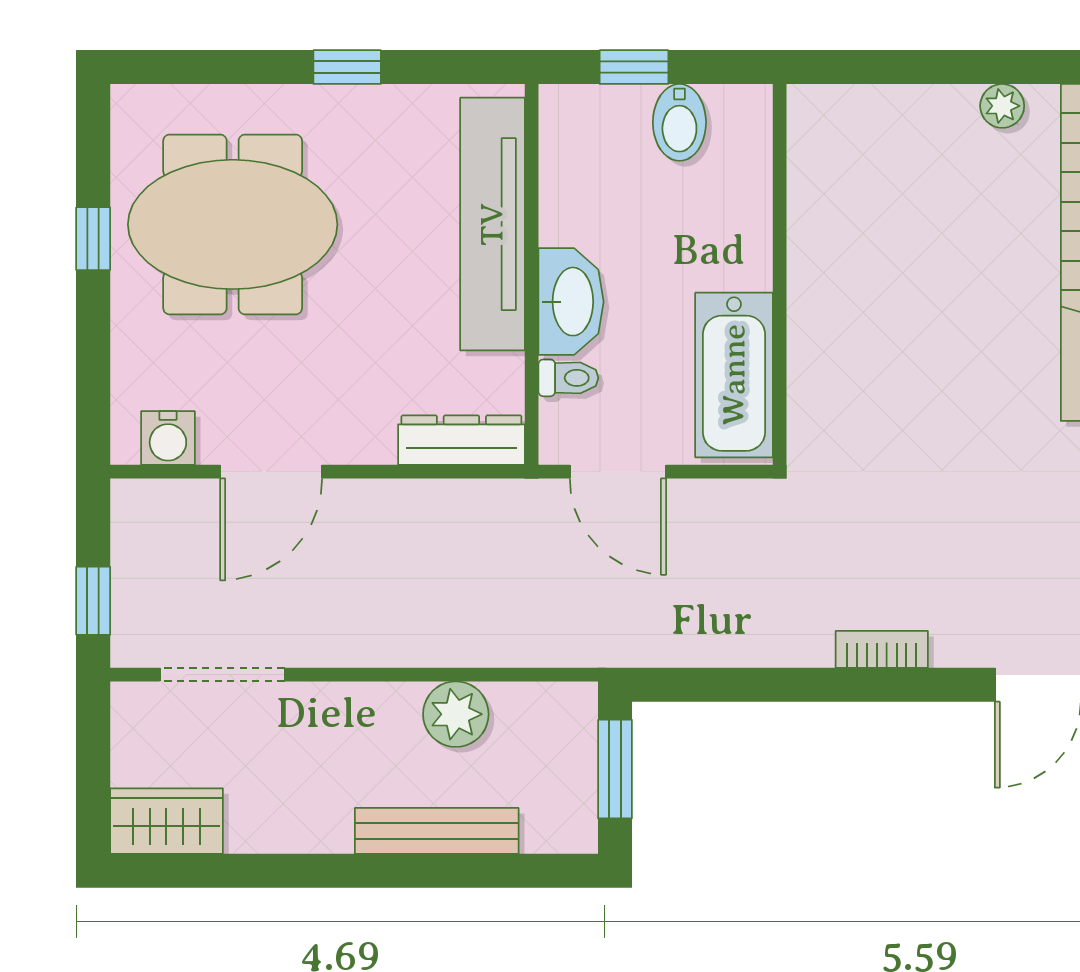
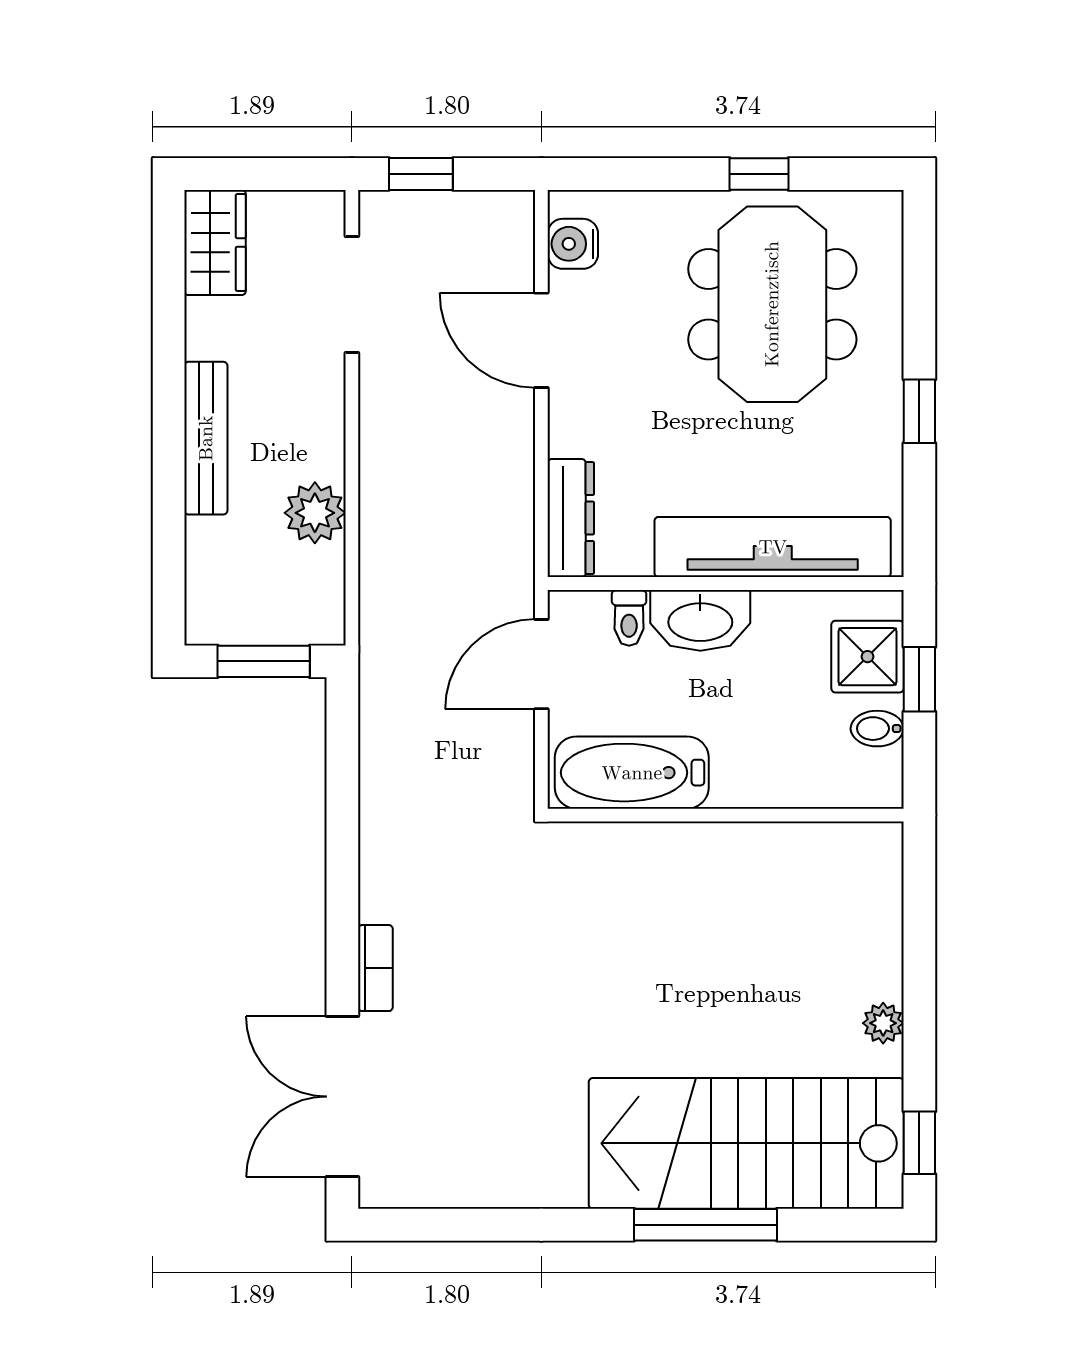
bidet: (679, 122) -> (877, 729), width x0.72, depth x0.74
shower: (610, 123) -> (868, 657), added
bookcase: (882, 649) -> (375, 968), moved
bench: (437, 831) -> (206, 438), moved

